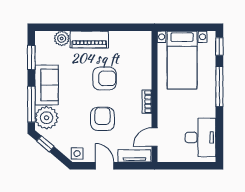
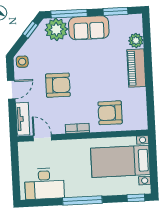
armchair: (104, 78) -> (110, 113), moved, turned 90
window: (219, 87) -> (82, 201), moved

